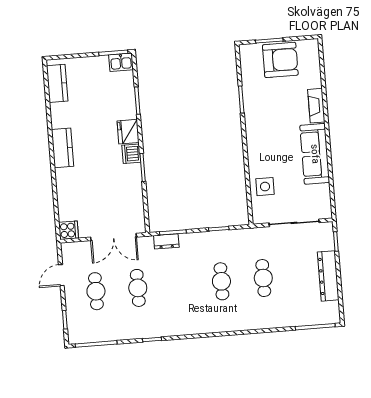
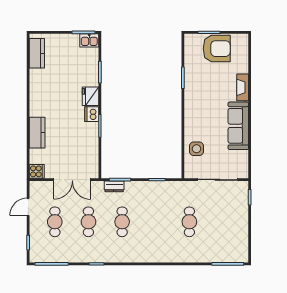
kitchen counter: (63, 148) -> (37, 133), moved
dresser: (328, 276) -> (241, 224), removed
cafe table: (221, 281) -> (122, 222), moved

